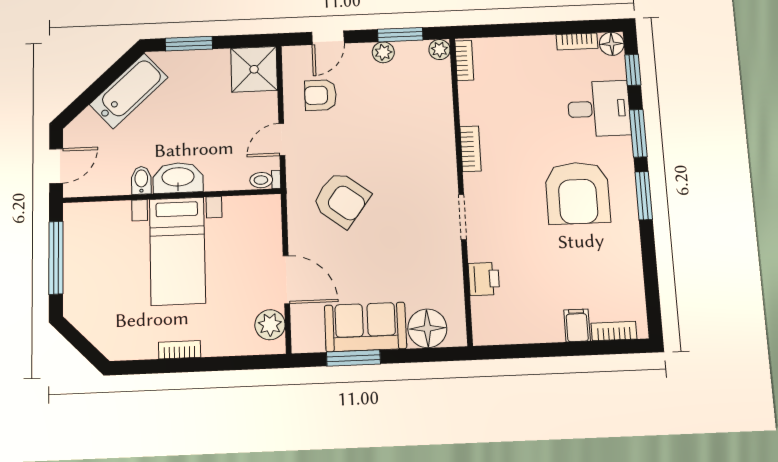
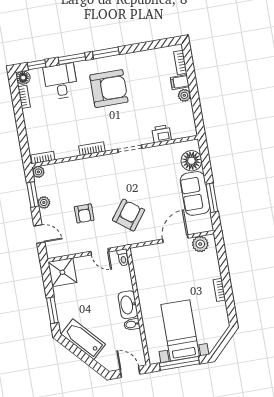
armchair: (321, 95) -> (84, 213), moved
bed with nightstands: (177, 251) -> (180, 330), moved, turned -90
plant: (551, 331) -> (184, 95), added

